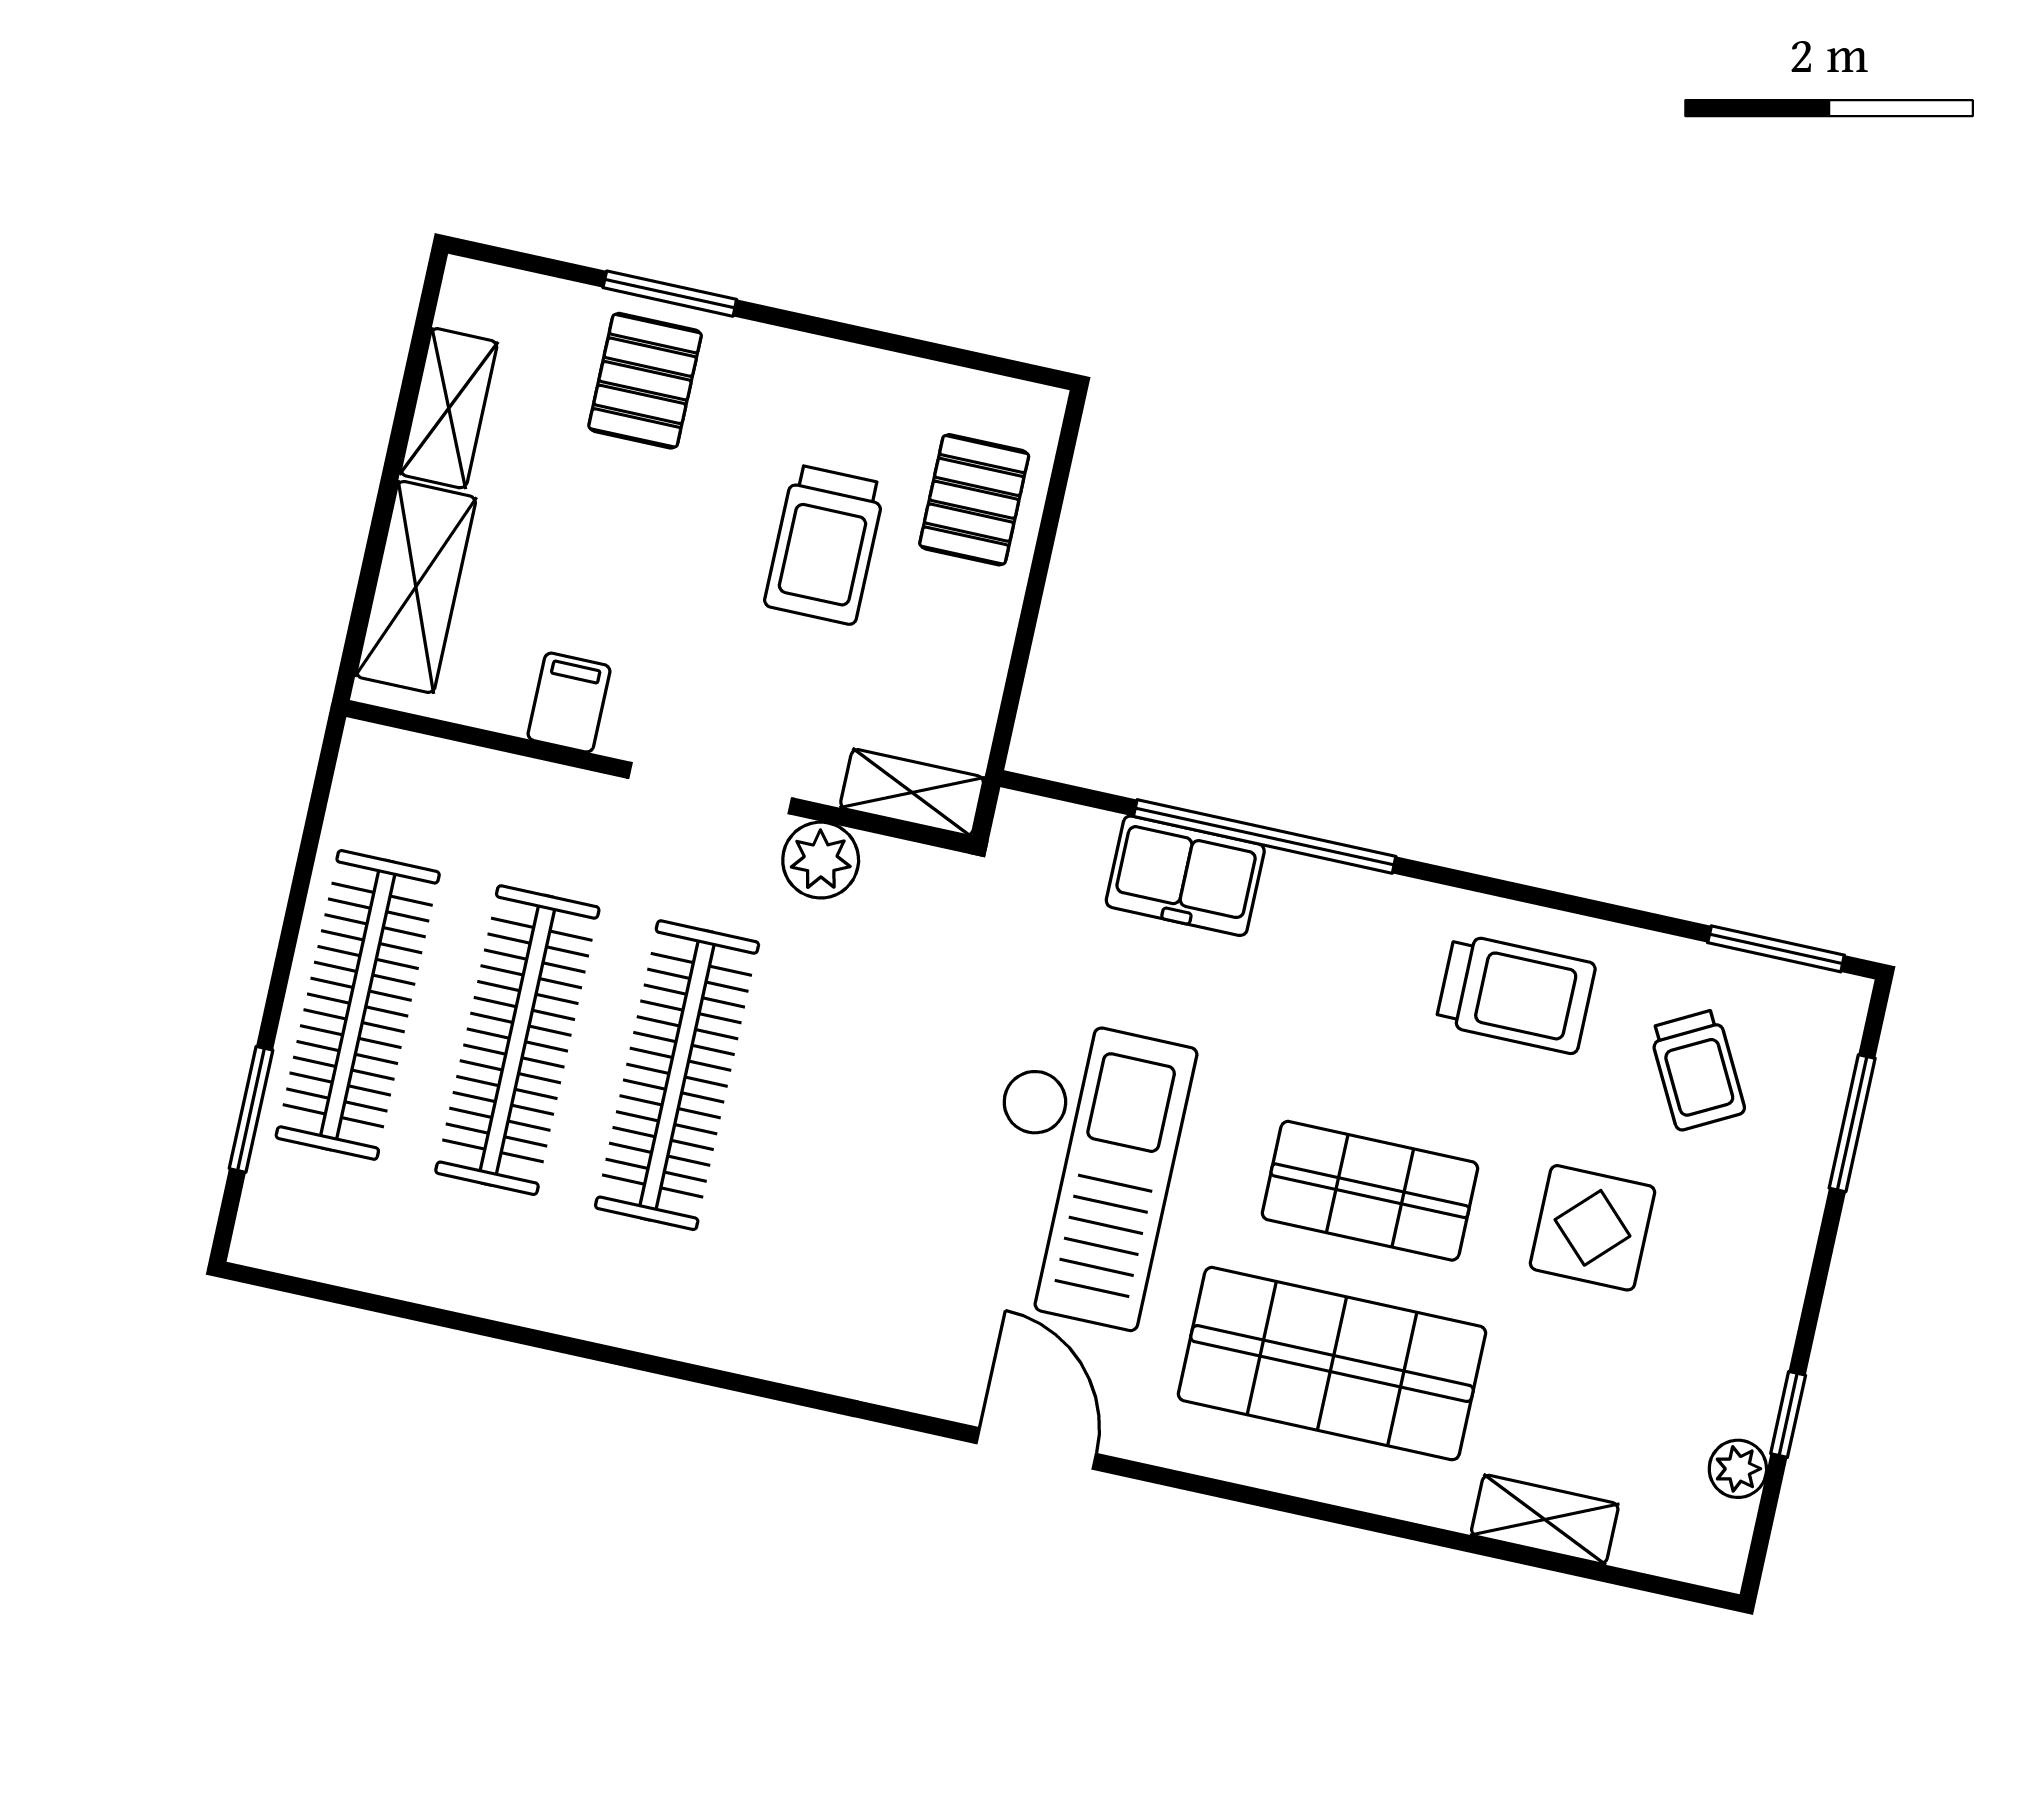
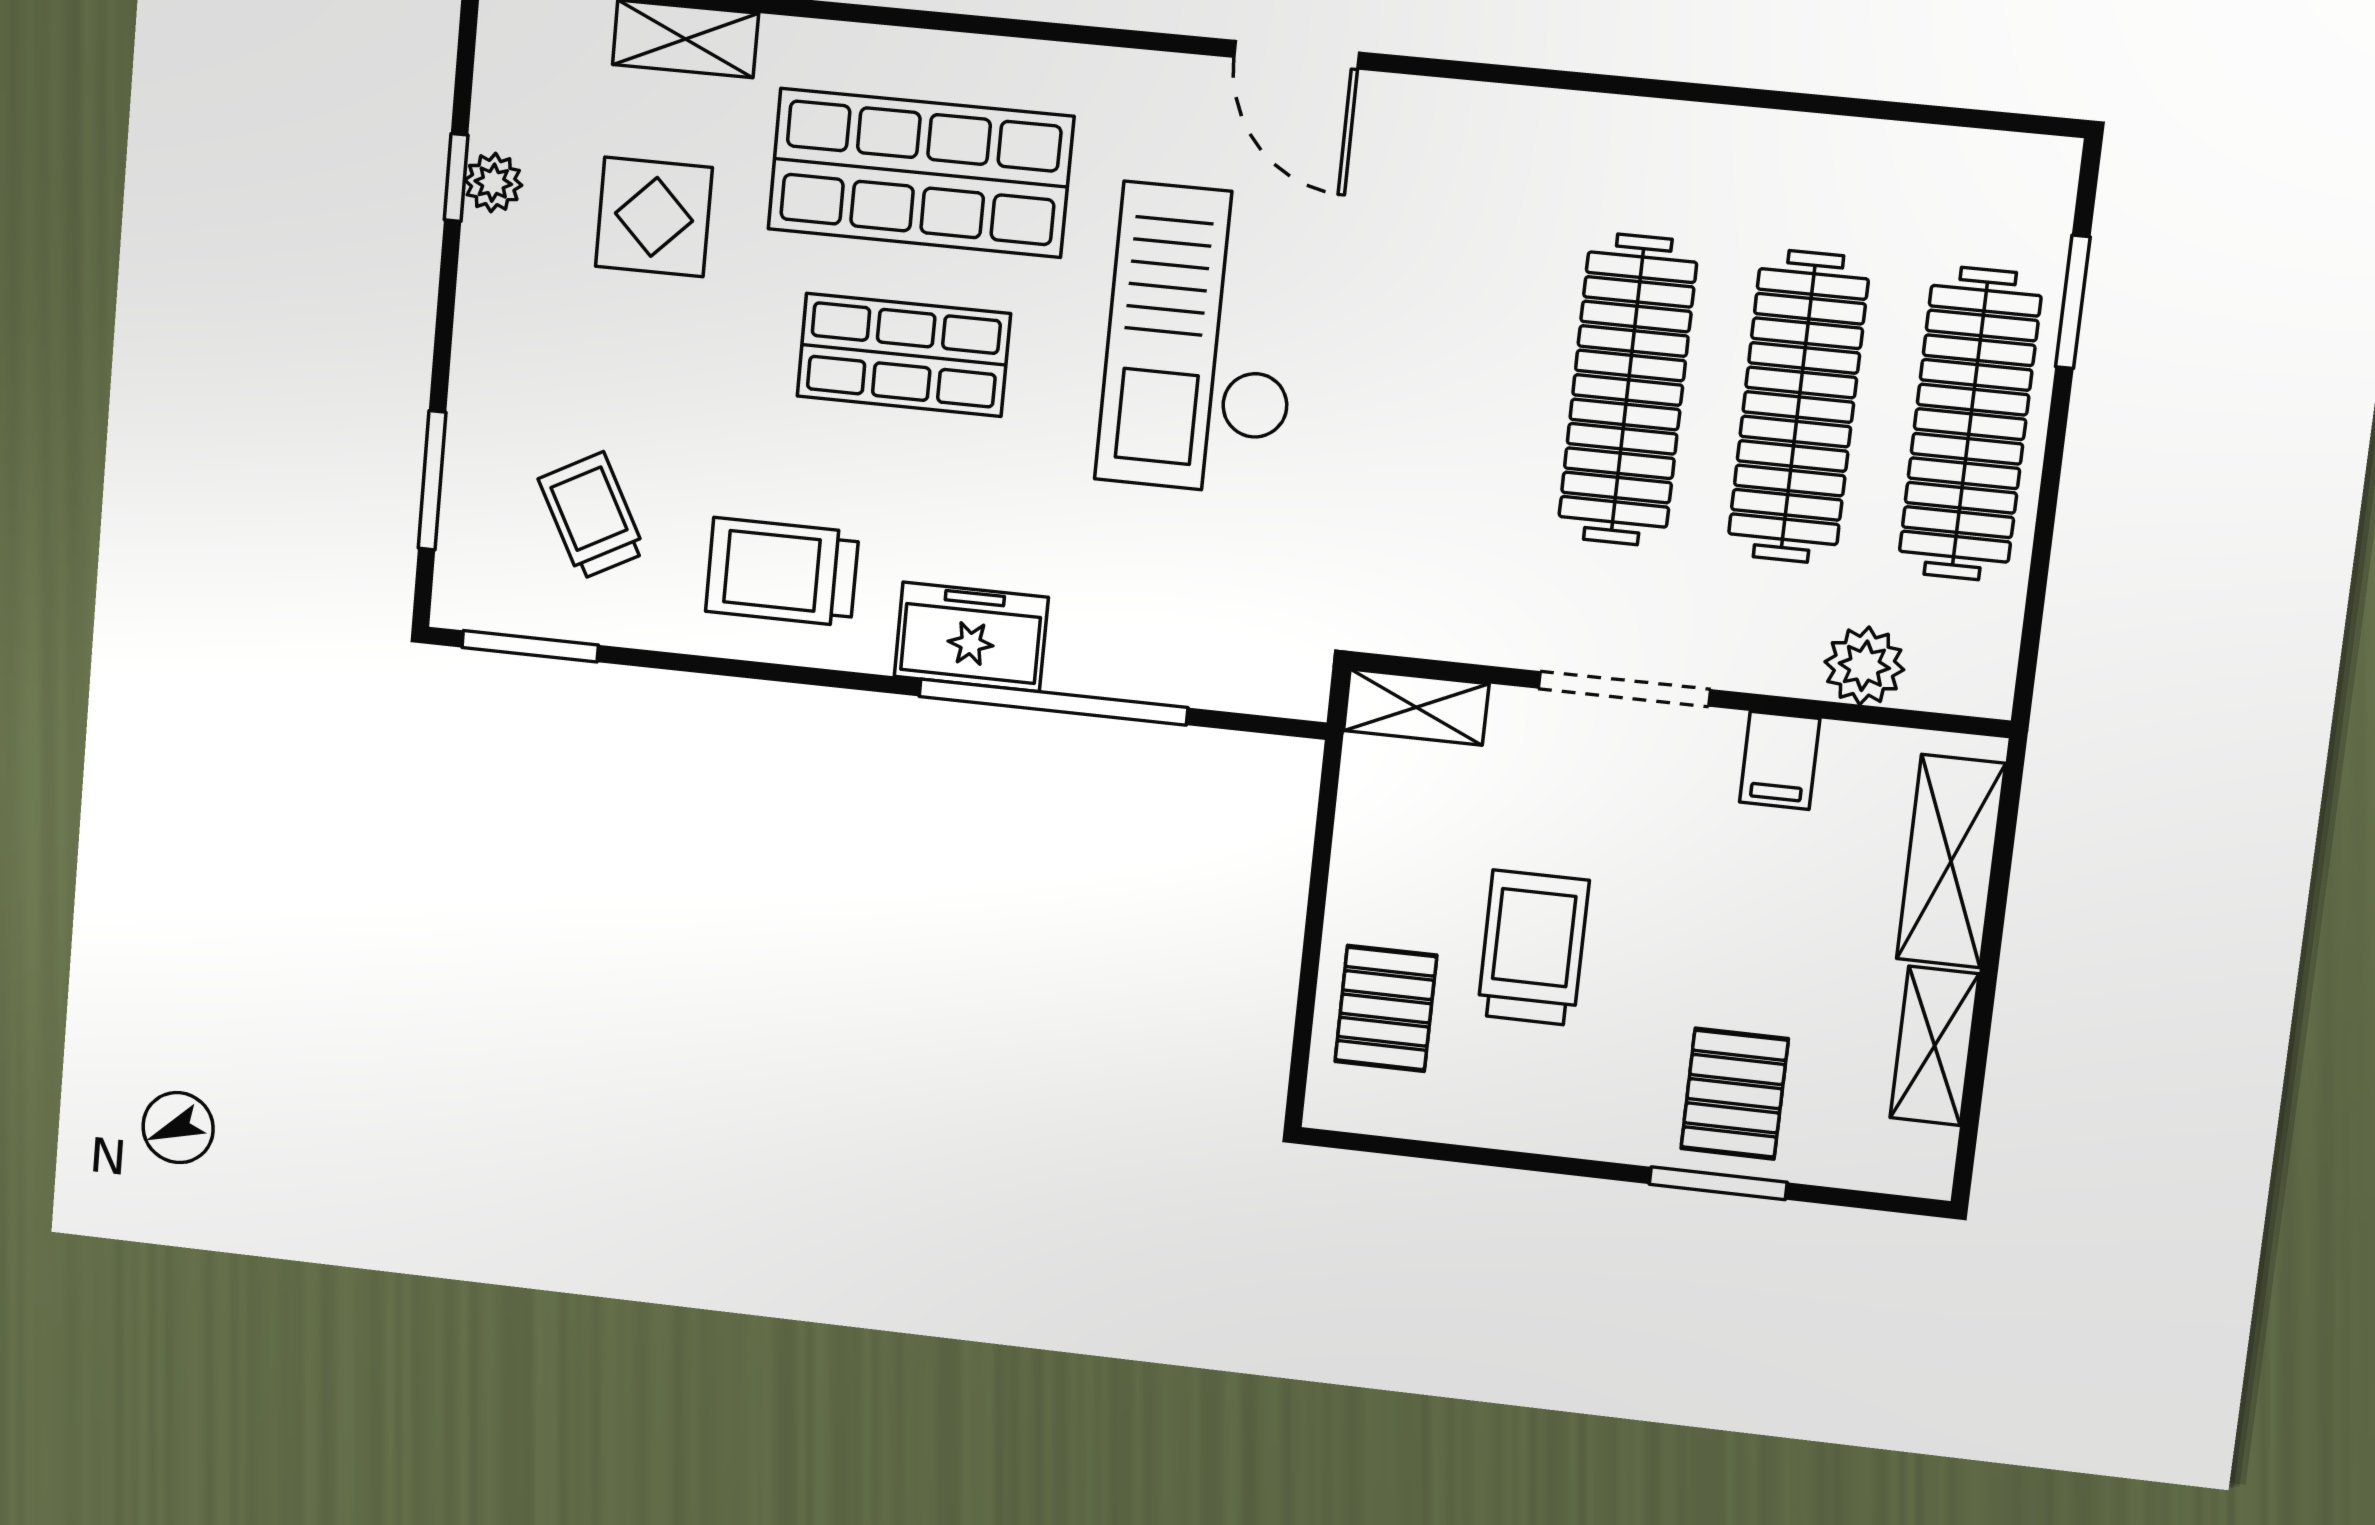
plant: (821, 860) -> (1864, 666), moved
freezer: (1185, 876) -> (971, 637), moved
display table: (1593, 1228) -> (654, 217), moved
door: (1036, 1449) -> (1297, 55), moved
plant: (1738, 1469) -> (493, 183), moved

